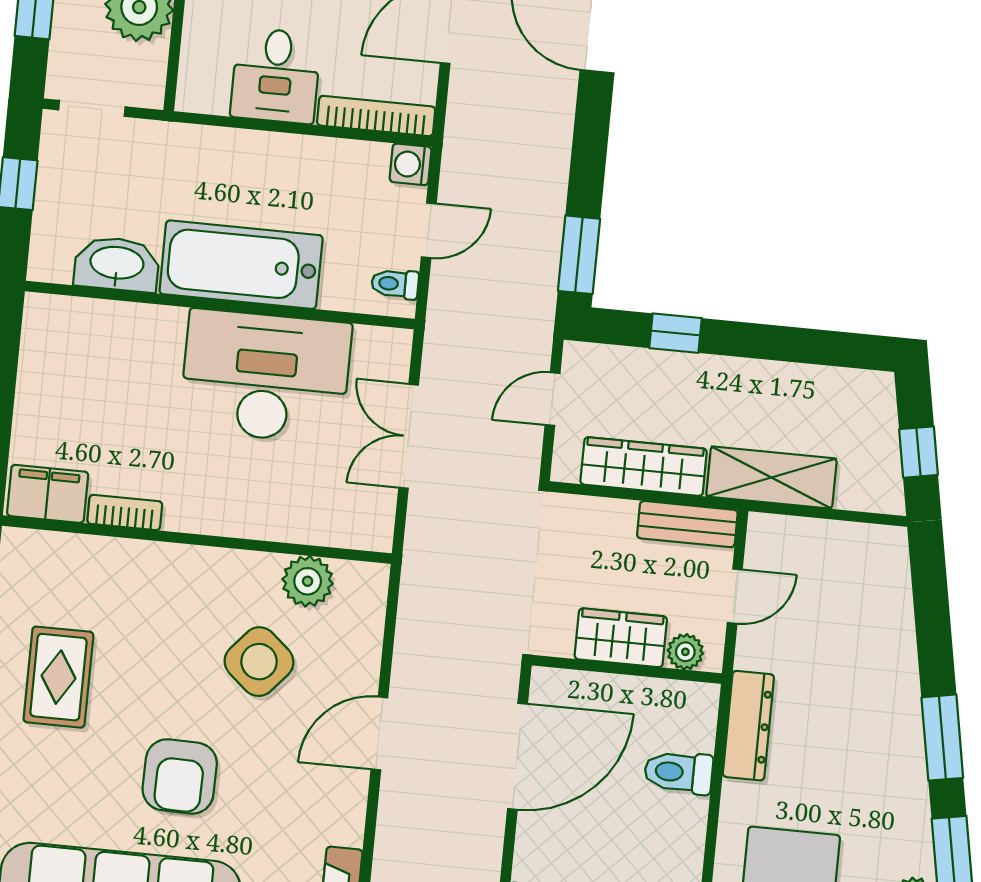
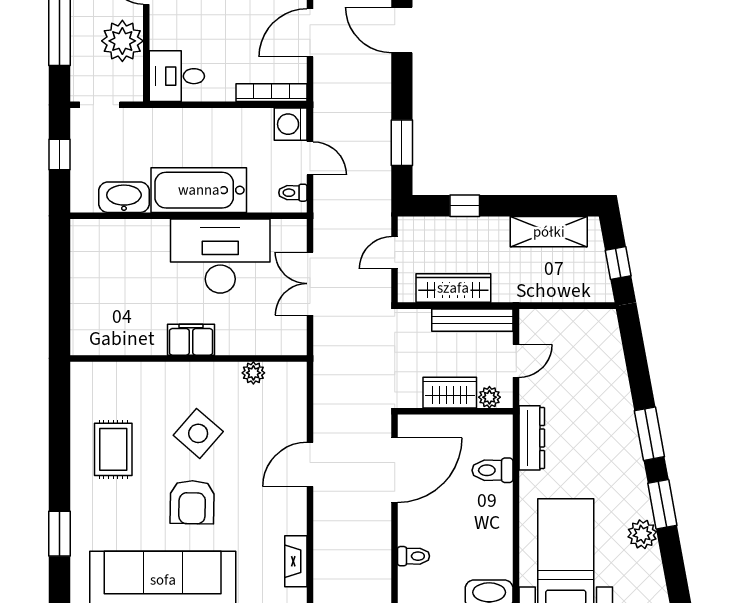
desk: (276, 76) -> (177, 76), moved, turned 90
washing machine: (411, 164) -> (291, 124), width x1.38, depth x1.38
door: (429, 230) -> (310, 158), hinge flipped
window: (579, 255) -> (402, 143), moved
shelving: (771, 477) -> (549, 232), moved
filing cabinet: (48, 494) -> (191, 340), moved
bookcase: (125, 513) -> (143, 346), removed
bench: (687, 524) -> (472, 320), width x1.36
plant: (308, 581) -> (253, 373), width x0.73, depth x0.73
side table: (259, 662) -> (198, 433), moved

